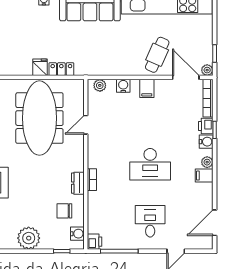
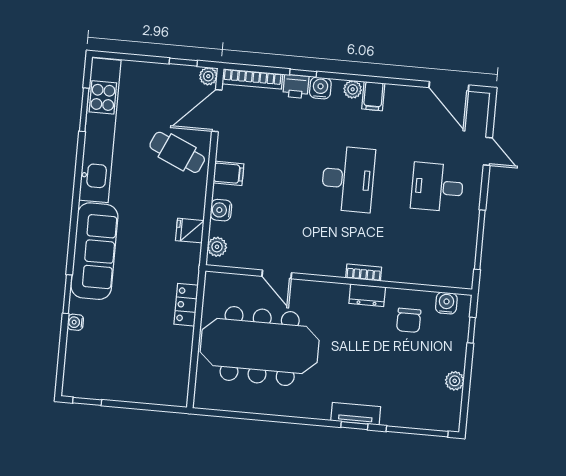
fridge: (40, 67) -> (190, 231), moved
plant: (29, 238) -> (455, 381), width x0.53, depth x0.53
printer: (95, 242) -> (461, 277), removed

